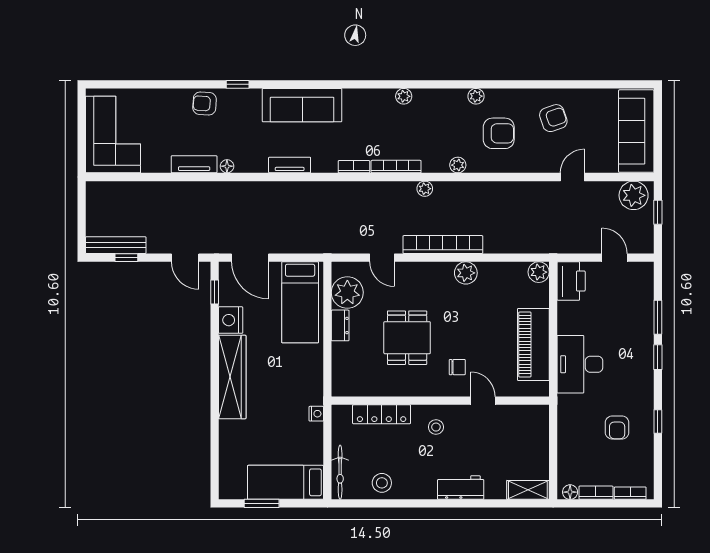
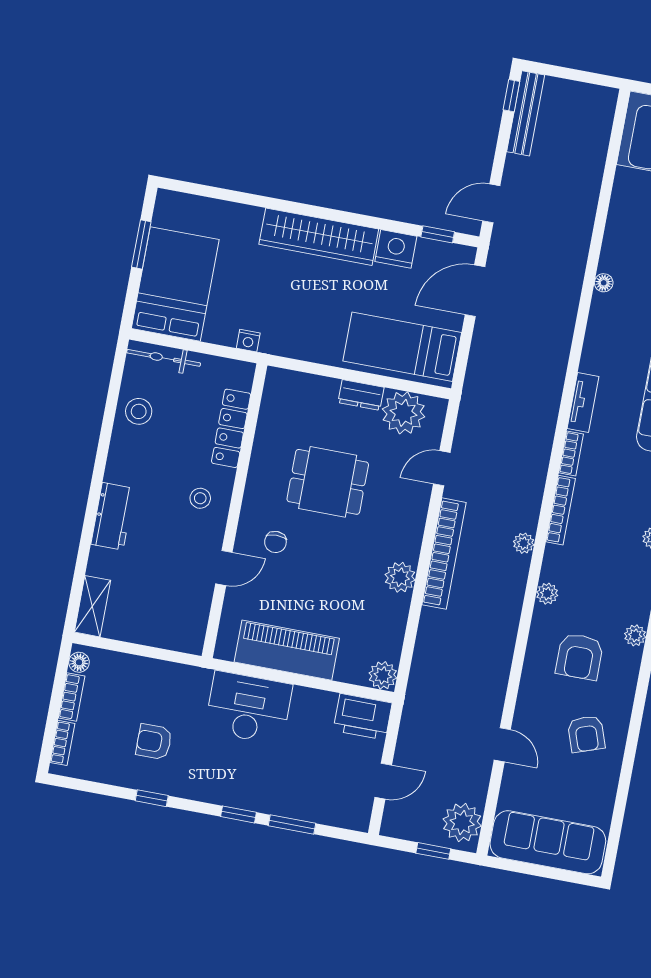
tv unit: (194, 164) -> (615, 239), removed
tv unit: (290, 165) -> (583, 403), moved
window: (126, 258) -> (511, 96), moved
bed: (285, 482) -> (175, 284), width x1.50

